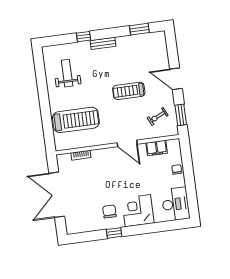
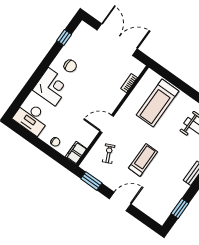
exercise bike: (158, 117) -> (109, 154), moved
filing cabinet: (157, 148) -> (76, 153), moved
window: (114, 233) -> (64, 38), moved

